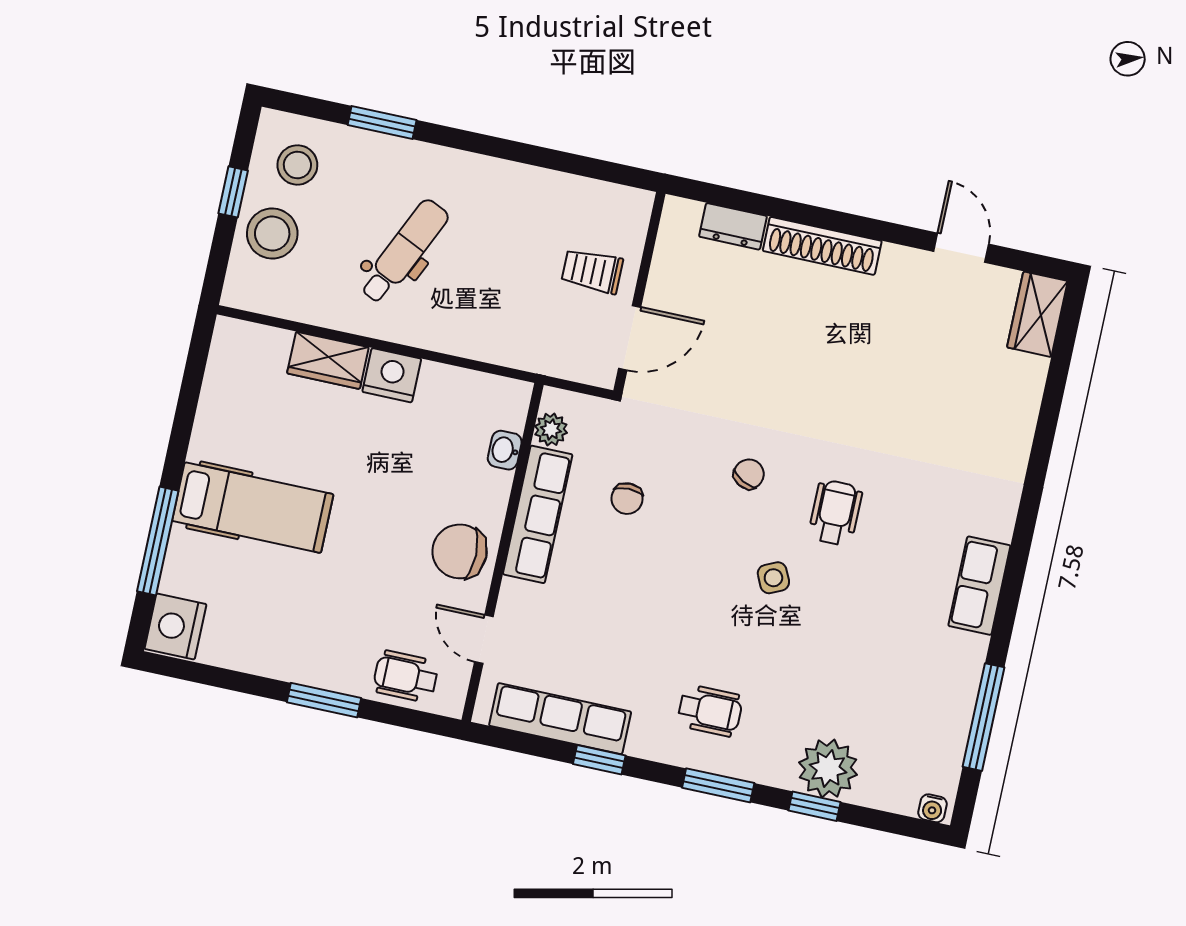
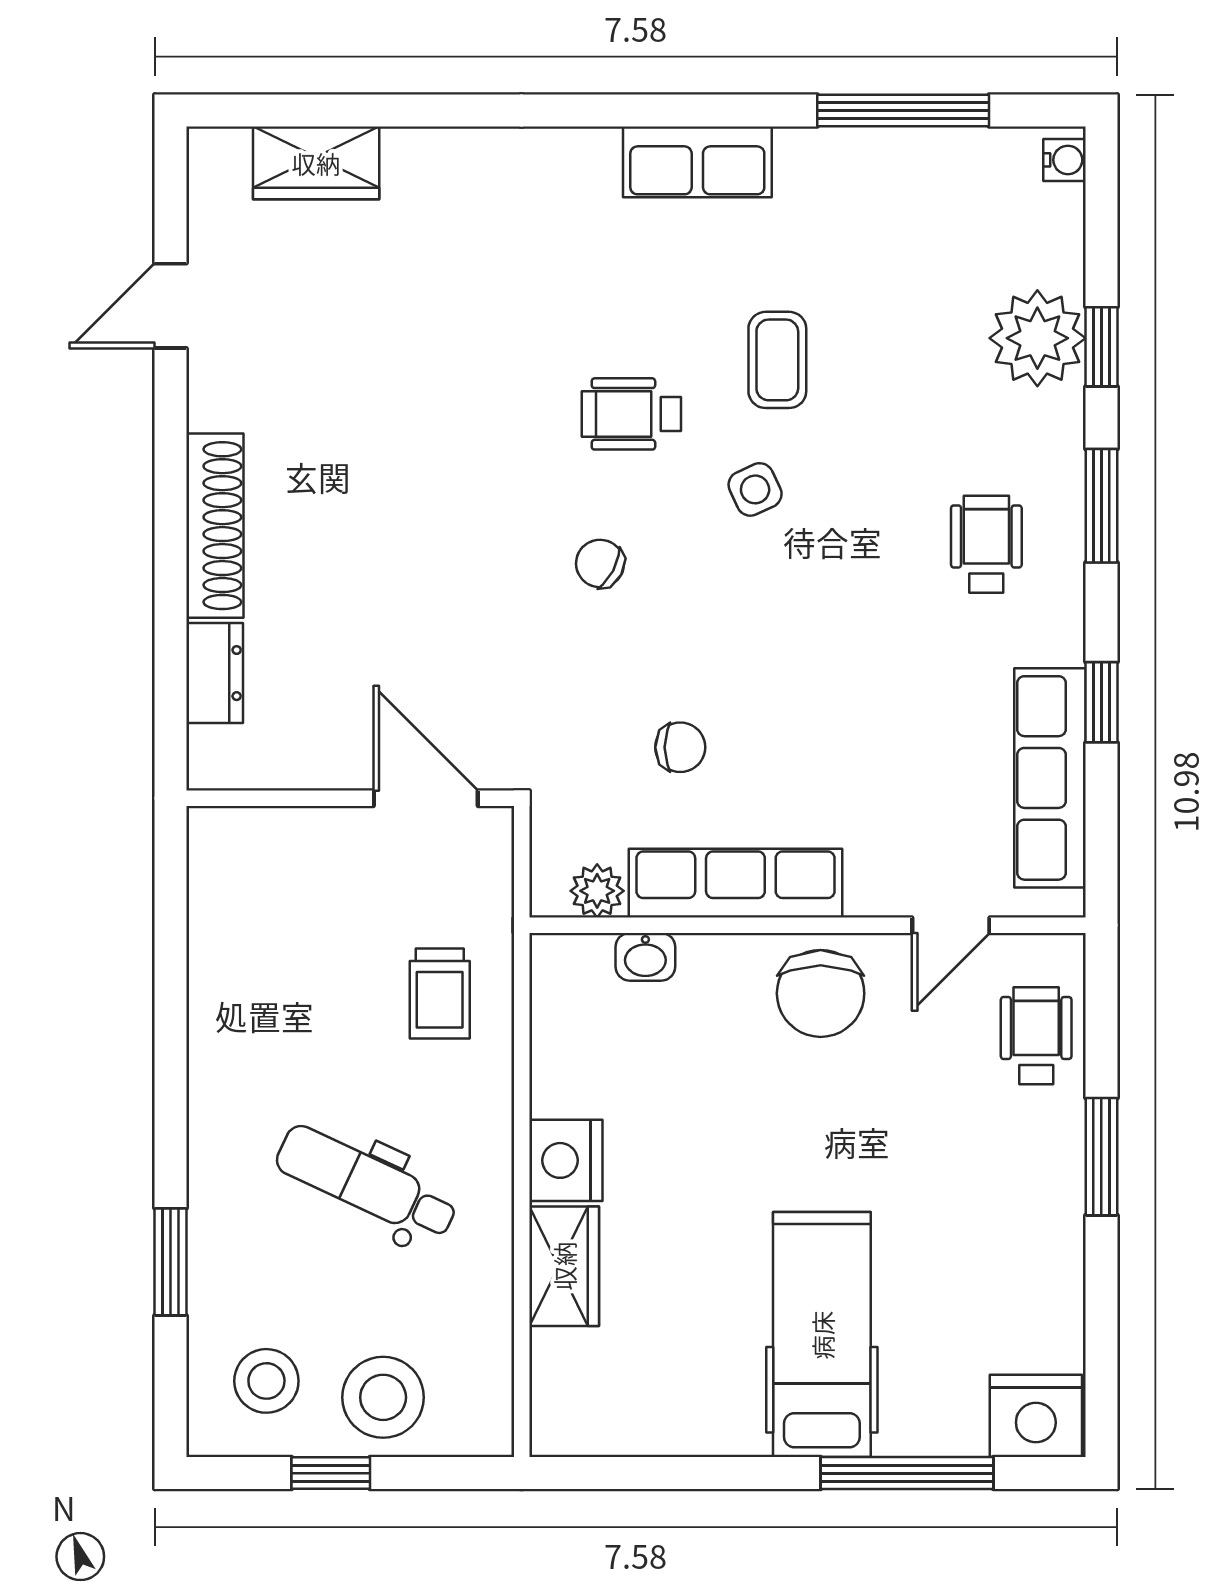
trolley: (592, 271) -> (440, 993), moved
wardrobe: (1037, 314) -> (316, 163), moved
coffee table: (849, 608) -> (777, 360), added
wheelchair: (406, 676) -> (1036, 1036), turned 180

